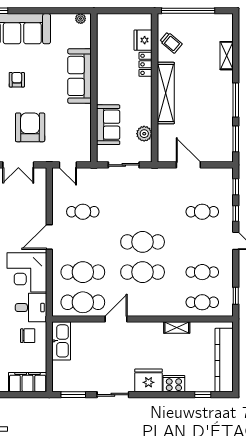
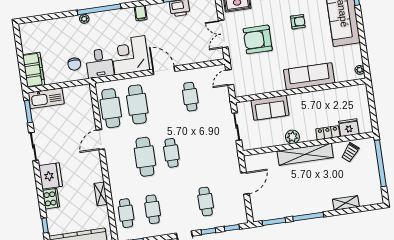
armchair: (30, 127) -> (258, 39), turned 180
plant: (144, 134) -> (292, 137), moved
cafe table: (143, 242) -> (171, 153), width x0.73, depth x0.74
door: (116, 319) -> (100, 140), swing flipped
kitchen sink: (61, 341) -> (46, 98), moved

